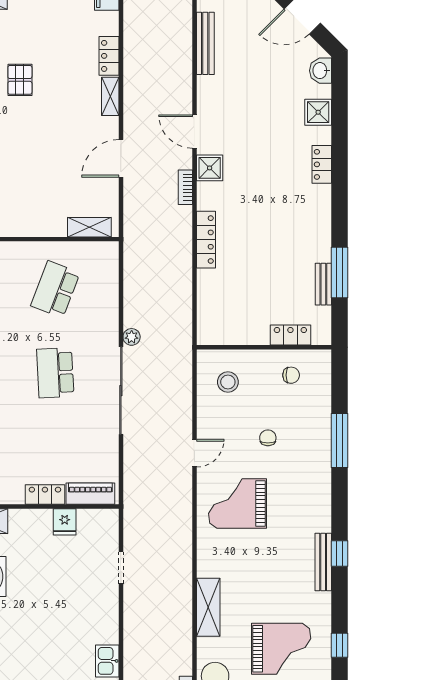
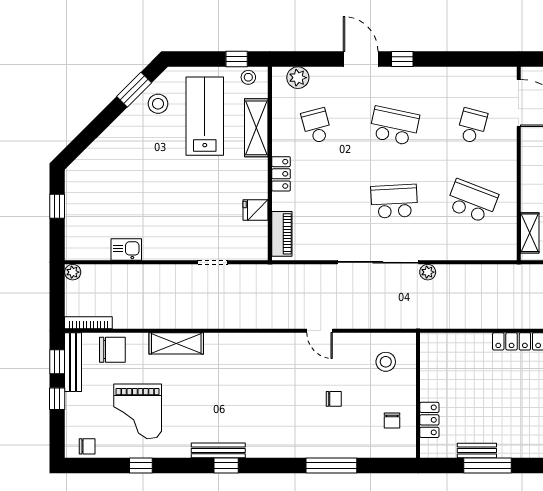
locker: (45, 495) -> (281, 174), moved
grand piano: (237, 503) -> (273, 371), removed

